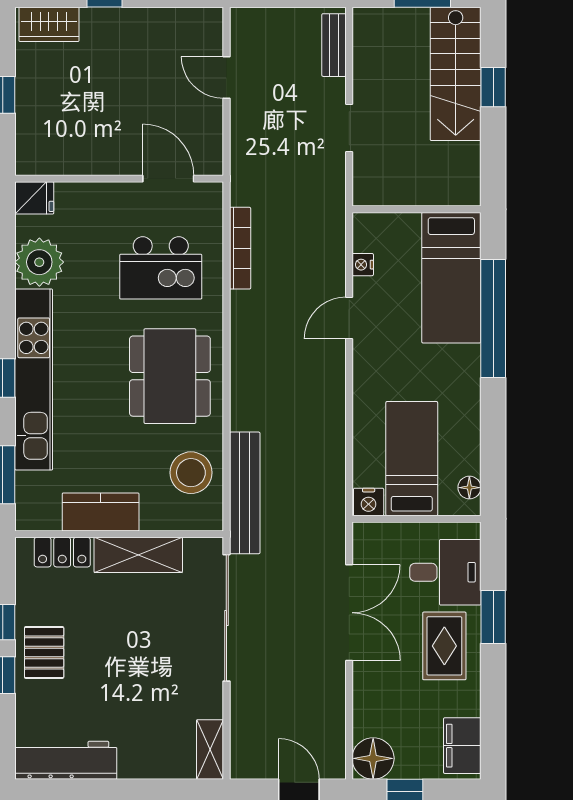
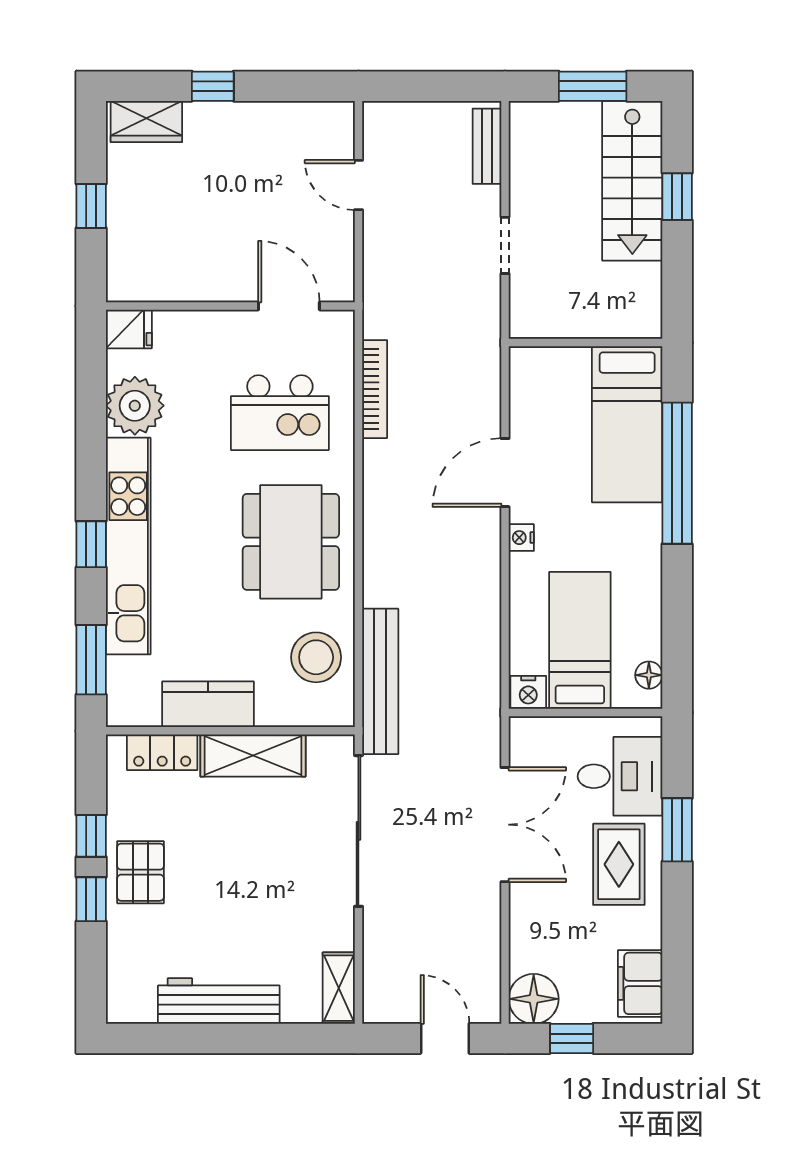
nightstand: (363, 265) -> (521, 538), moved
door: (349, 318) -> (505, 473), width x1.38
workbench: (66, 760) -> (219, 1001), moved

